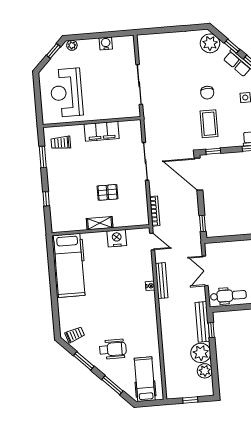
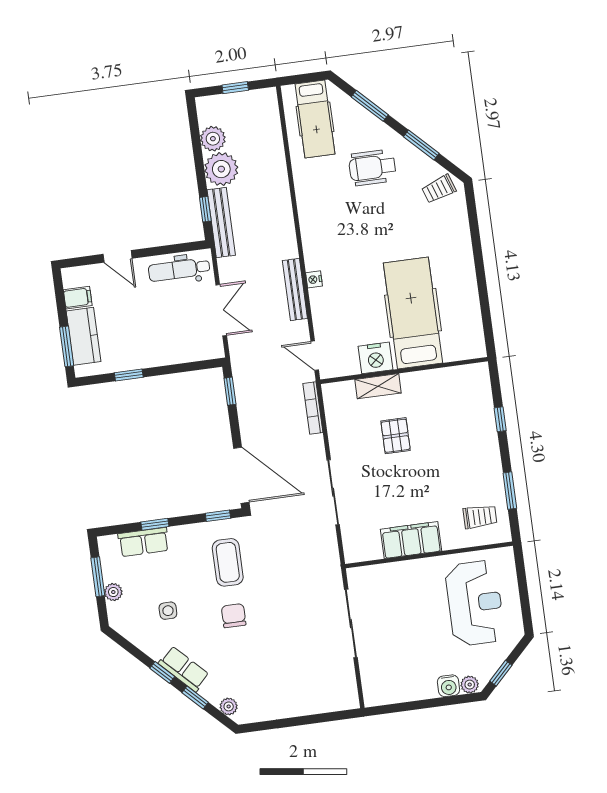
water cooler: (106, 43) -> (449, 686), moved
plant: (210, 43) -> (229, 706), width x0.53, depth x0.53
pallet: (107, 192) -> (396, 436), turned 90
shelving: (100, 223) -> (378, 386), moved
hospital bed: (69, 265) -> (413, 313), moved

